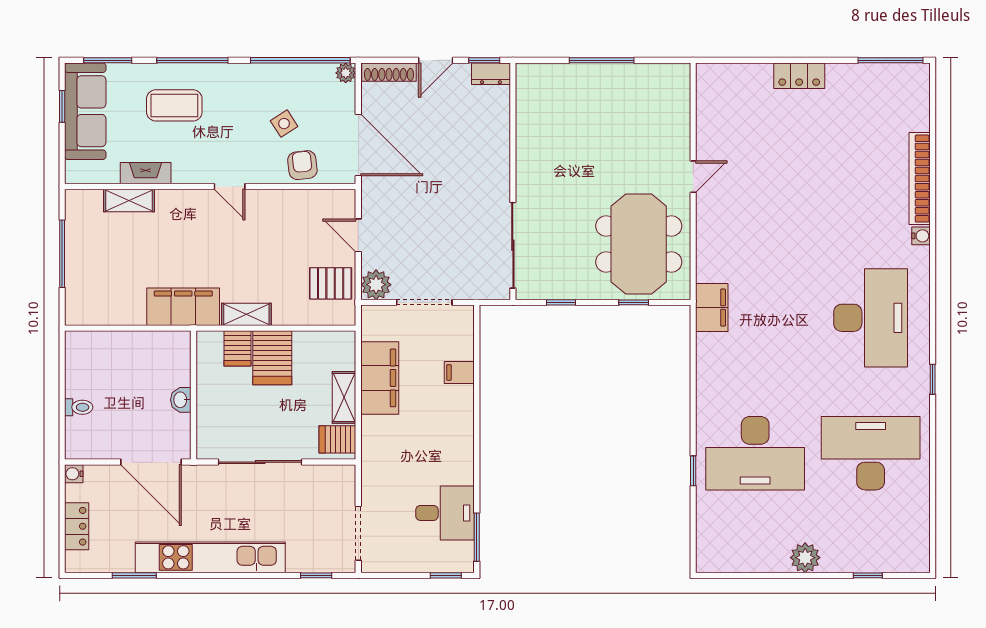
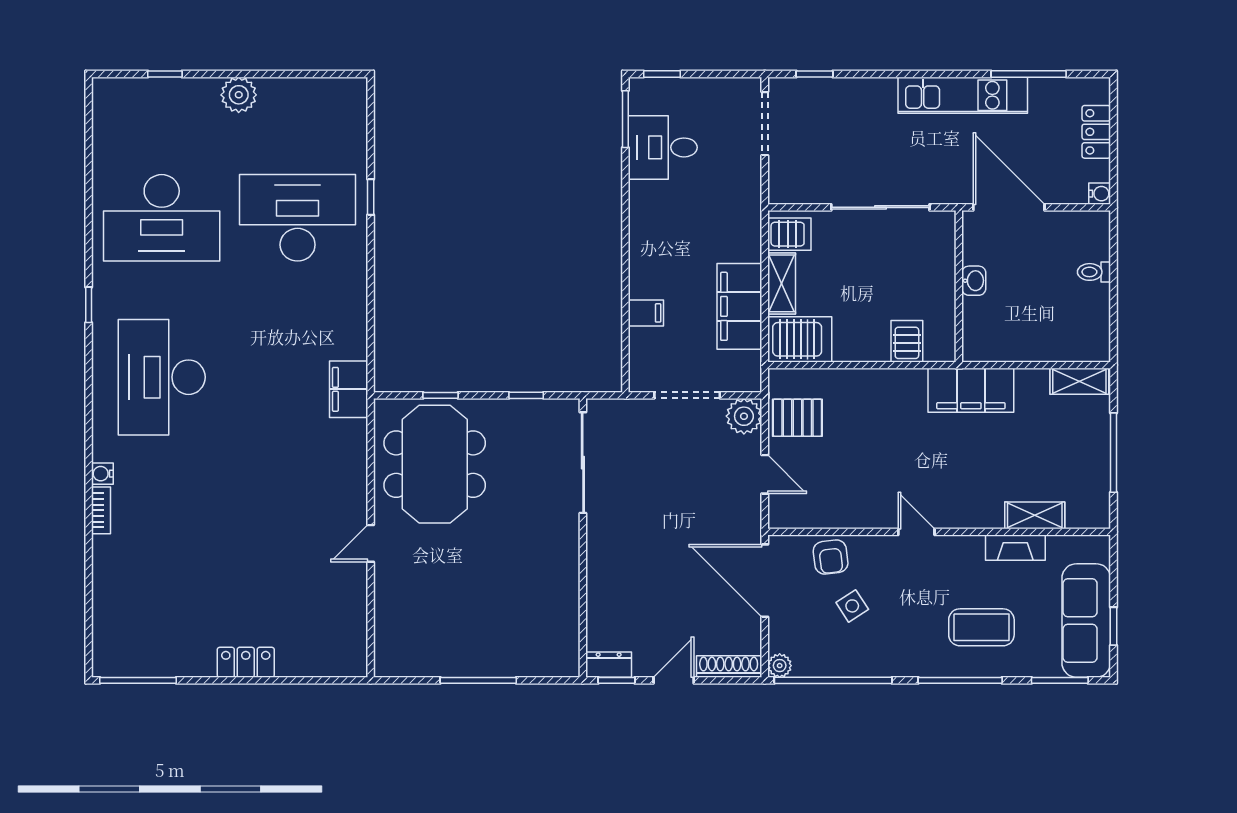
bookcase: (920, 179) -> (101, 510), width x0.43, depth x0.76
shelving: (246, 314) -> (1079, 381), moved
server rack: (272, 358) -> (800, 339), moved, turned 90
kitchen unit: (210, 557) -> (963, 95), width x0.73
window: (134, 575) -> (1029, 74), width x1.44

